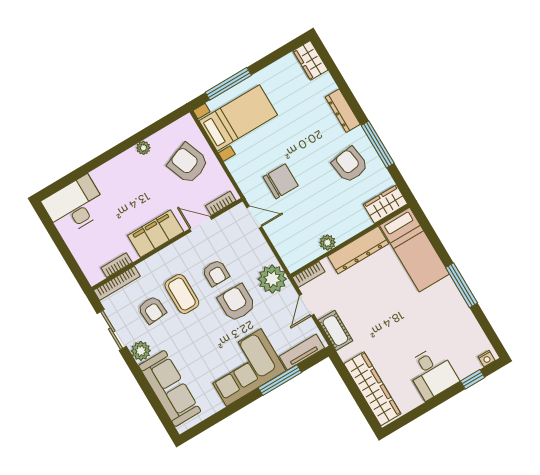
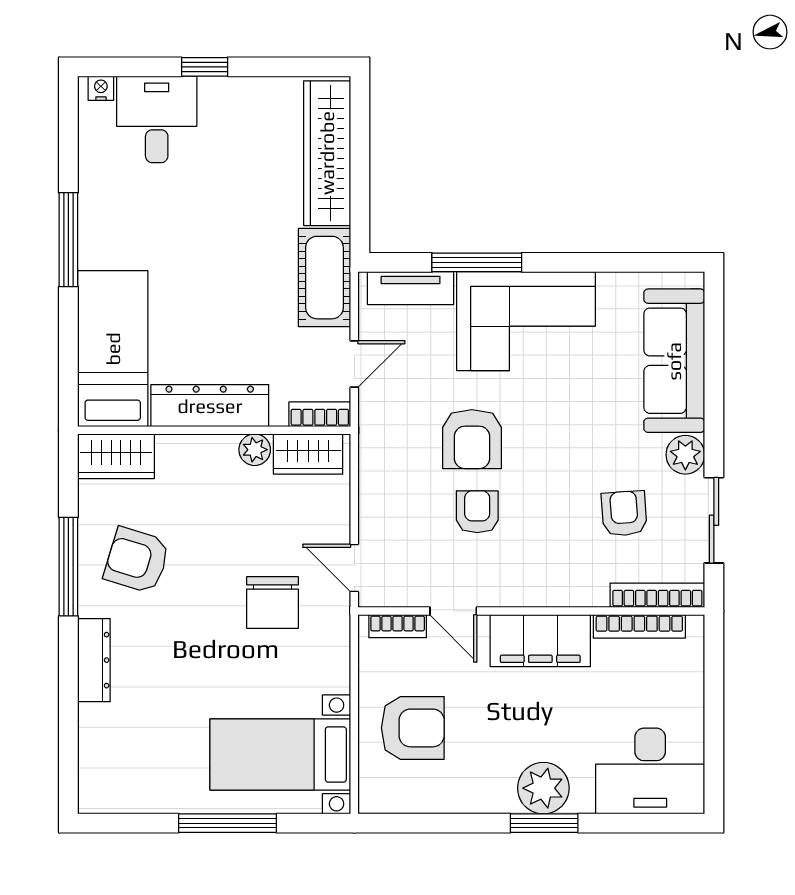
wardrobe: (310, 60) -> (308, 454), moved, turned 90
window: (228, 84) -> (228, 823), moved
plant: (143, 148) -> (543, 788), moved, width x1.88, depth x1.88
window: (107, 156) -> (544, 823), added
armchair: (188, 163) -> (413, 728), turned -69
armchair: (350, 165) -> (137, 560), turned 115
chair: (281, 181) -> (273, 603), turned -90
bookcase: (117, 265) -> (639, 626), width x1.56
plant: (272, 279) -> (387, 443), removed
coffee table: (182, 294) -> (557, 510), removed
cot: (335, 331) -> (324, 278), width x1.37, depth x1.34
desk: (432, 373) -> (157, 119), moved
window: (473, 379) -> (205, 67), moved

